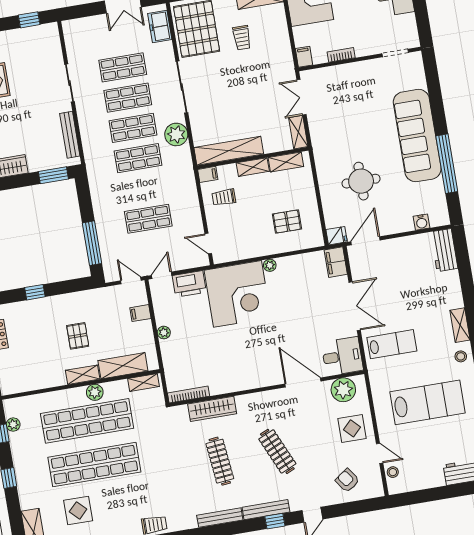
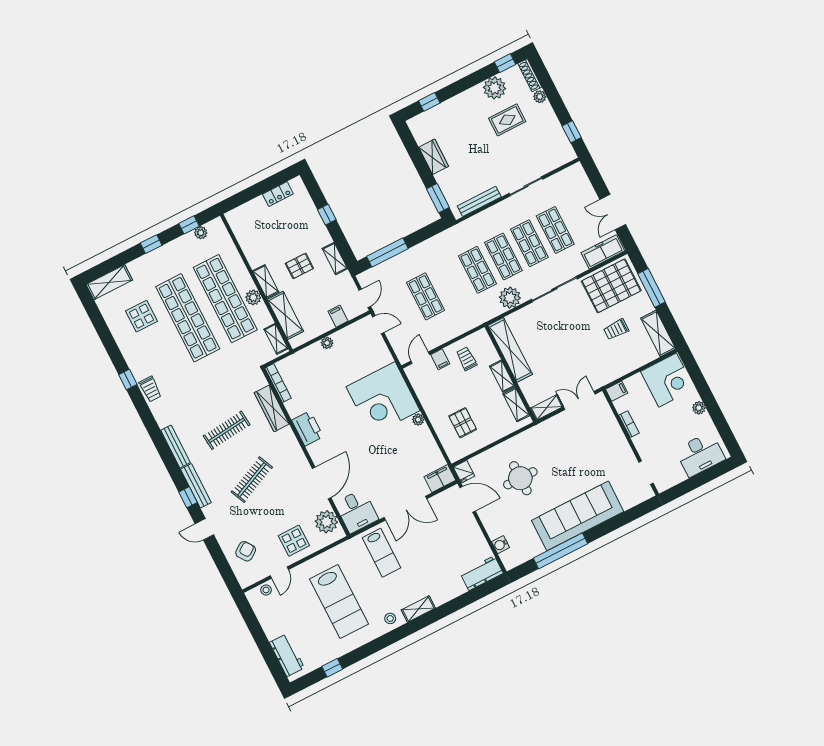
freezer: (160, 26) -> (603, 252), width x1.40
filing cabinet: (208, 174) -> (440, 359), moved
printer: (189, 284) -> (308, 428), moved, turned 180
shelving: (81, 298) -> (335, 259), added

